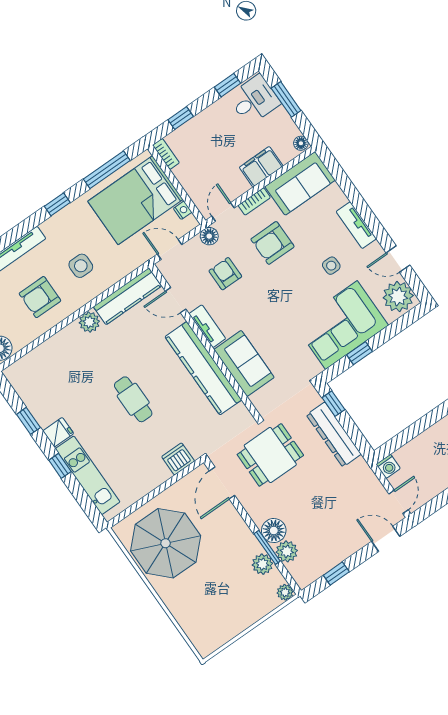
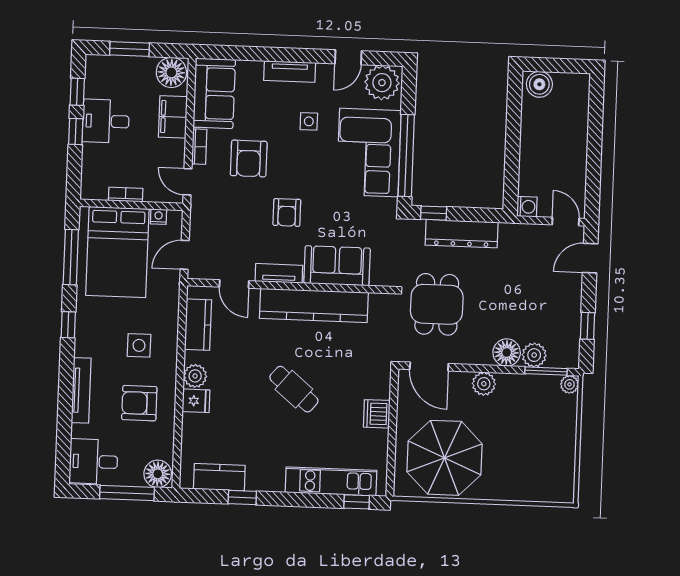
desk: (254, 100) -> (106, 121), moved, turned -90
window: (181, 118) -> (76, 132), moved
floor lamp: (301, 143) -> (171, 72), width x1.89, depth x1.89
bookcase: (166, 154) -> (126, 194), moved
floor lamp: (209, 236) -> (200, 210), removed
armchair: (225, 274) -> (287, 212), moved, turned -90
kitchen counter: (127, 296) -> (198, 325), width x0.67
armchair: (40, 297) -> (139, 403), turned 90
door: (176, 300) -> (234, 284), hinge flipped
window: (359, 353) -> (406, 156), width x3.17
kitchen counter: (30, 394) -> (219, 477), added
cafe table: (133, 399) -> (294, 389), turned 40
fridge: (58, 432) -> (196, 401), moved, turned 90
dishwasher: (178, 459) -> (377, 414), moved
window: (60, 466) -> (357, 502), moved
window: (267, 547) -> (546, 371), moved
plant: (262, 564) -> (484, 384), moved

